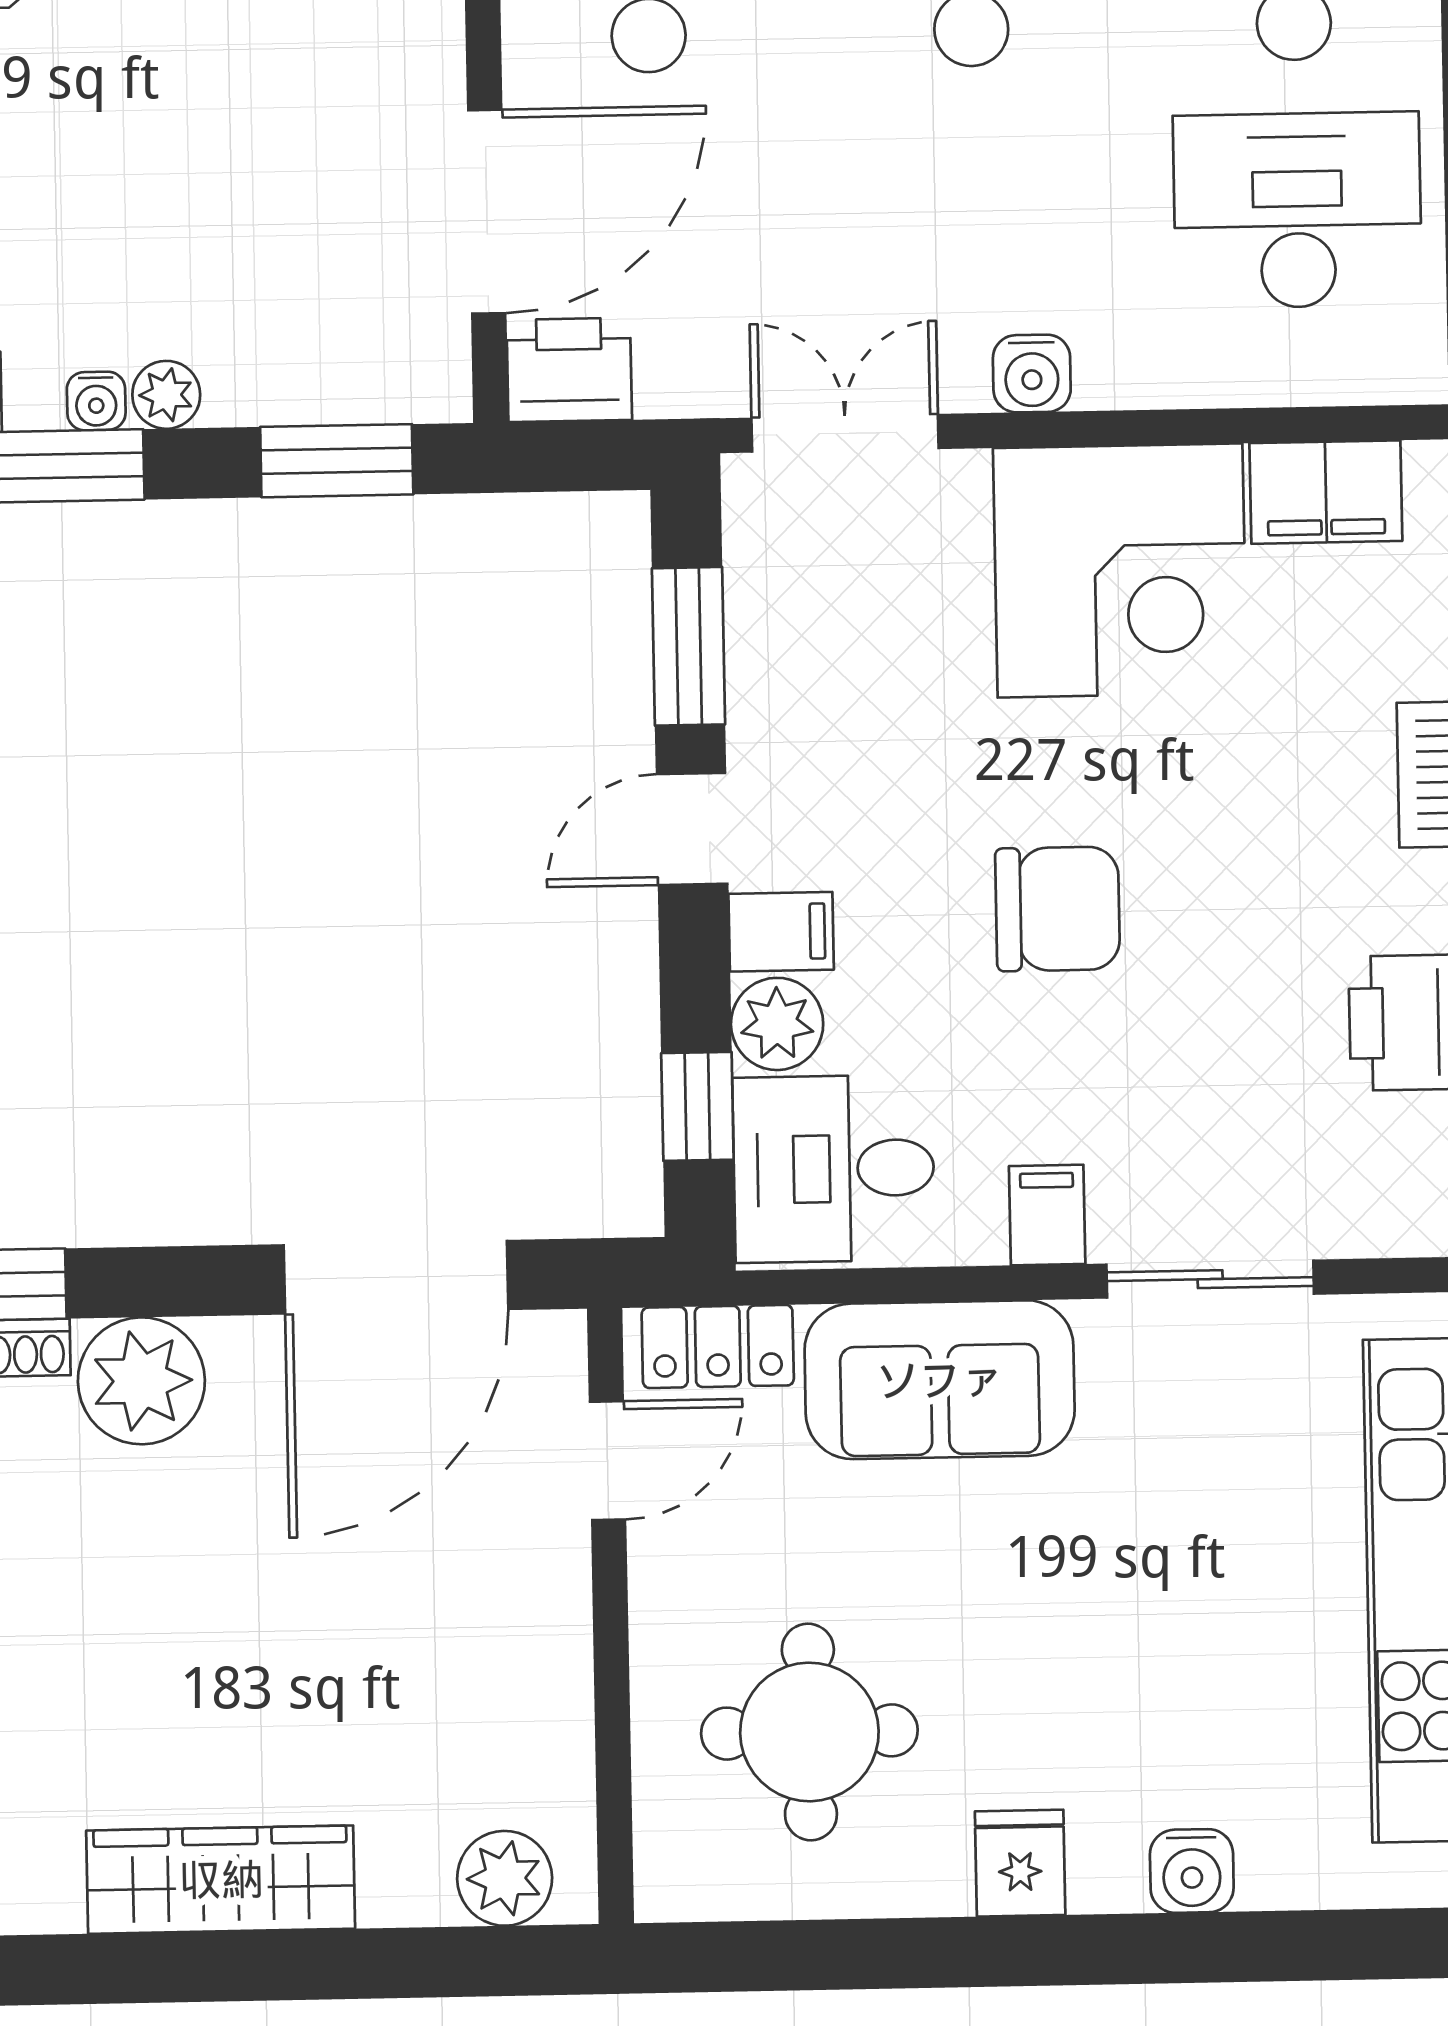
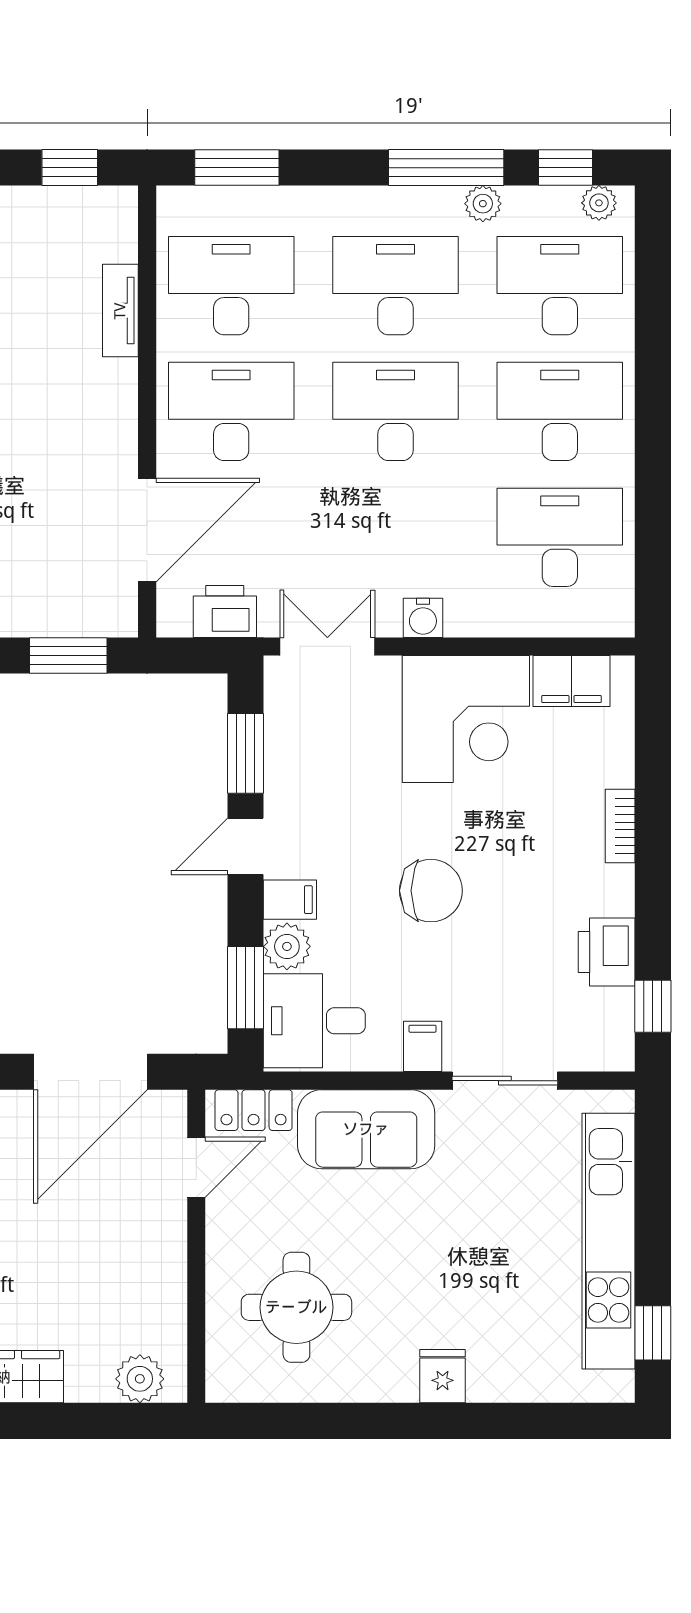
printer: (569, 370) -> (225, 611), moved
window: (697, 1106) -> (246, 988), width x1.50
fridge: (1020, 1863) -> (443, 1376), moved
water cooler: (1192, 1871) -> (490, 1382), removed

